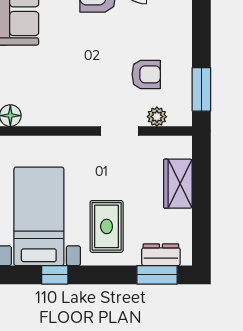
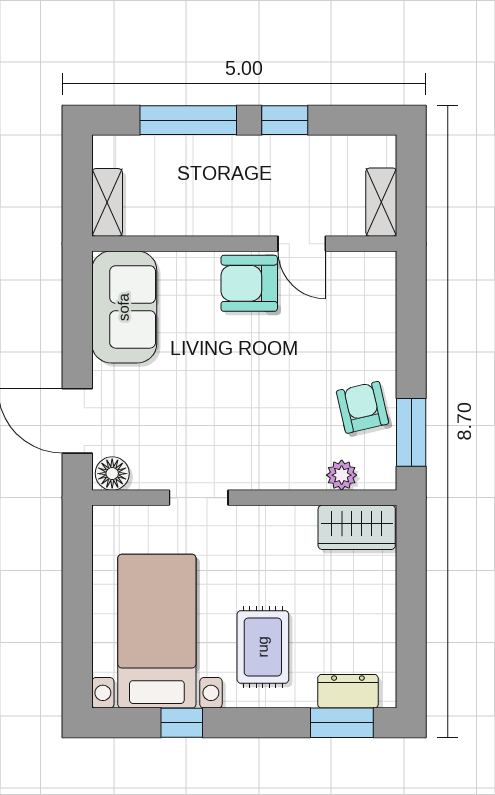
armchair: (146, 74) -> (362, 407), moved, turned -103
doorway: (119, 131) -> (199, 498), moved
wardrobe: (178, 184) -> (357, 527), moved, turned -90

